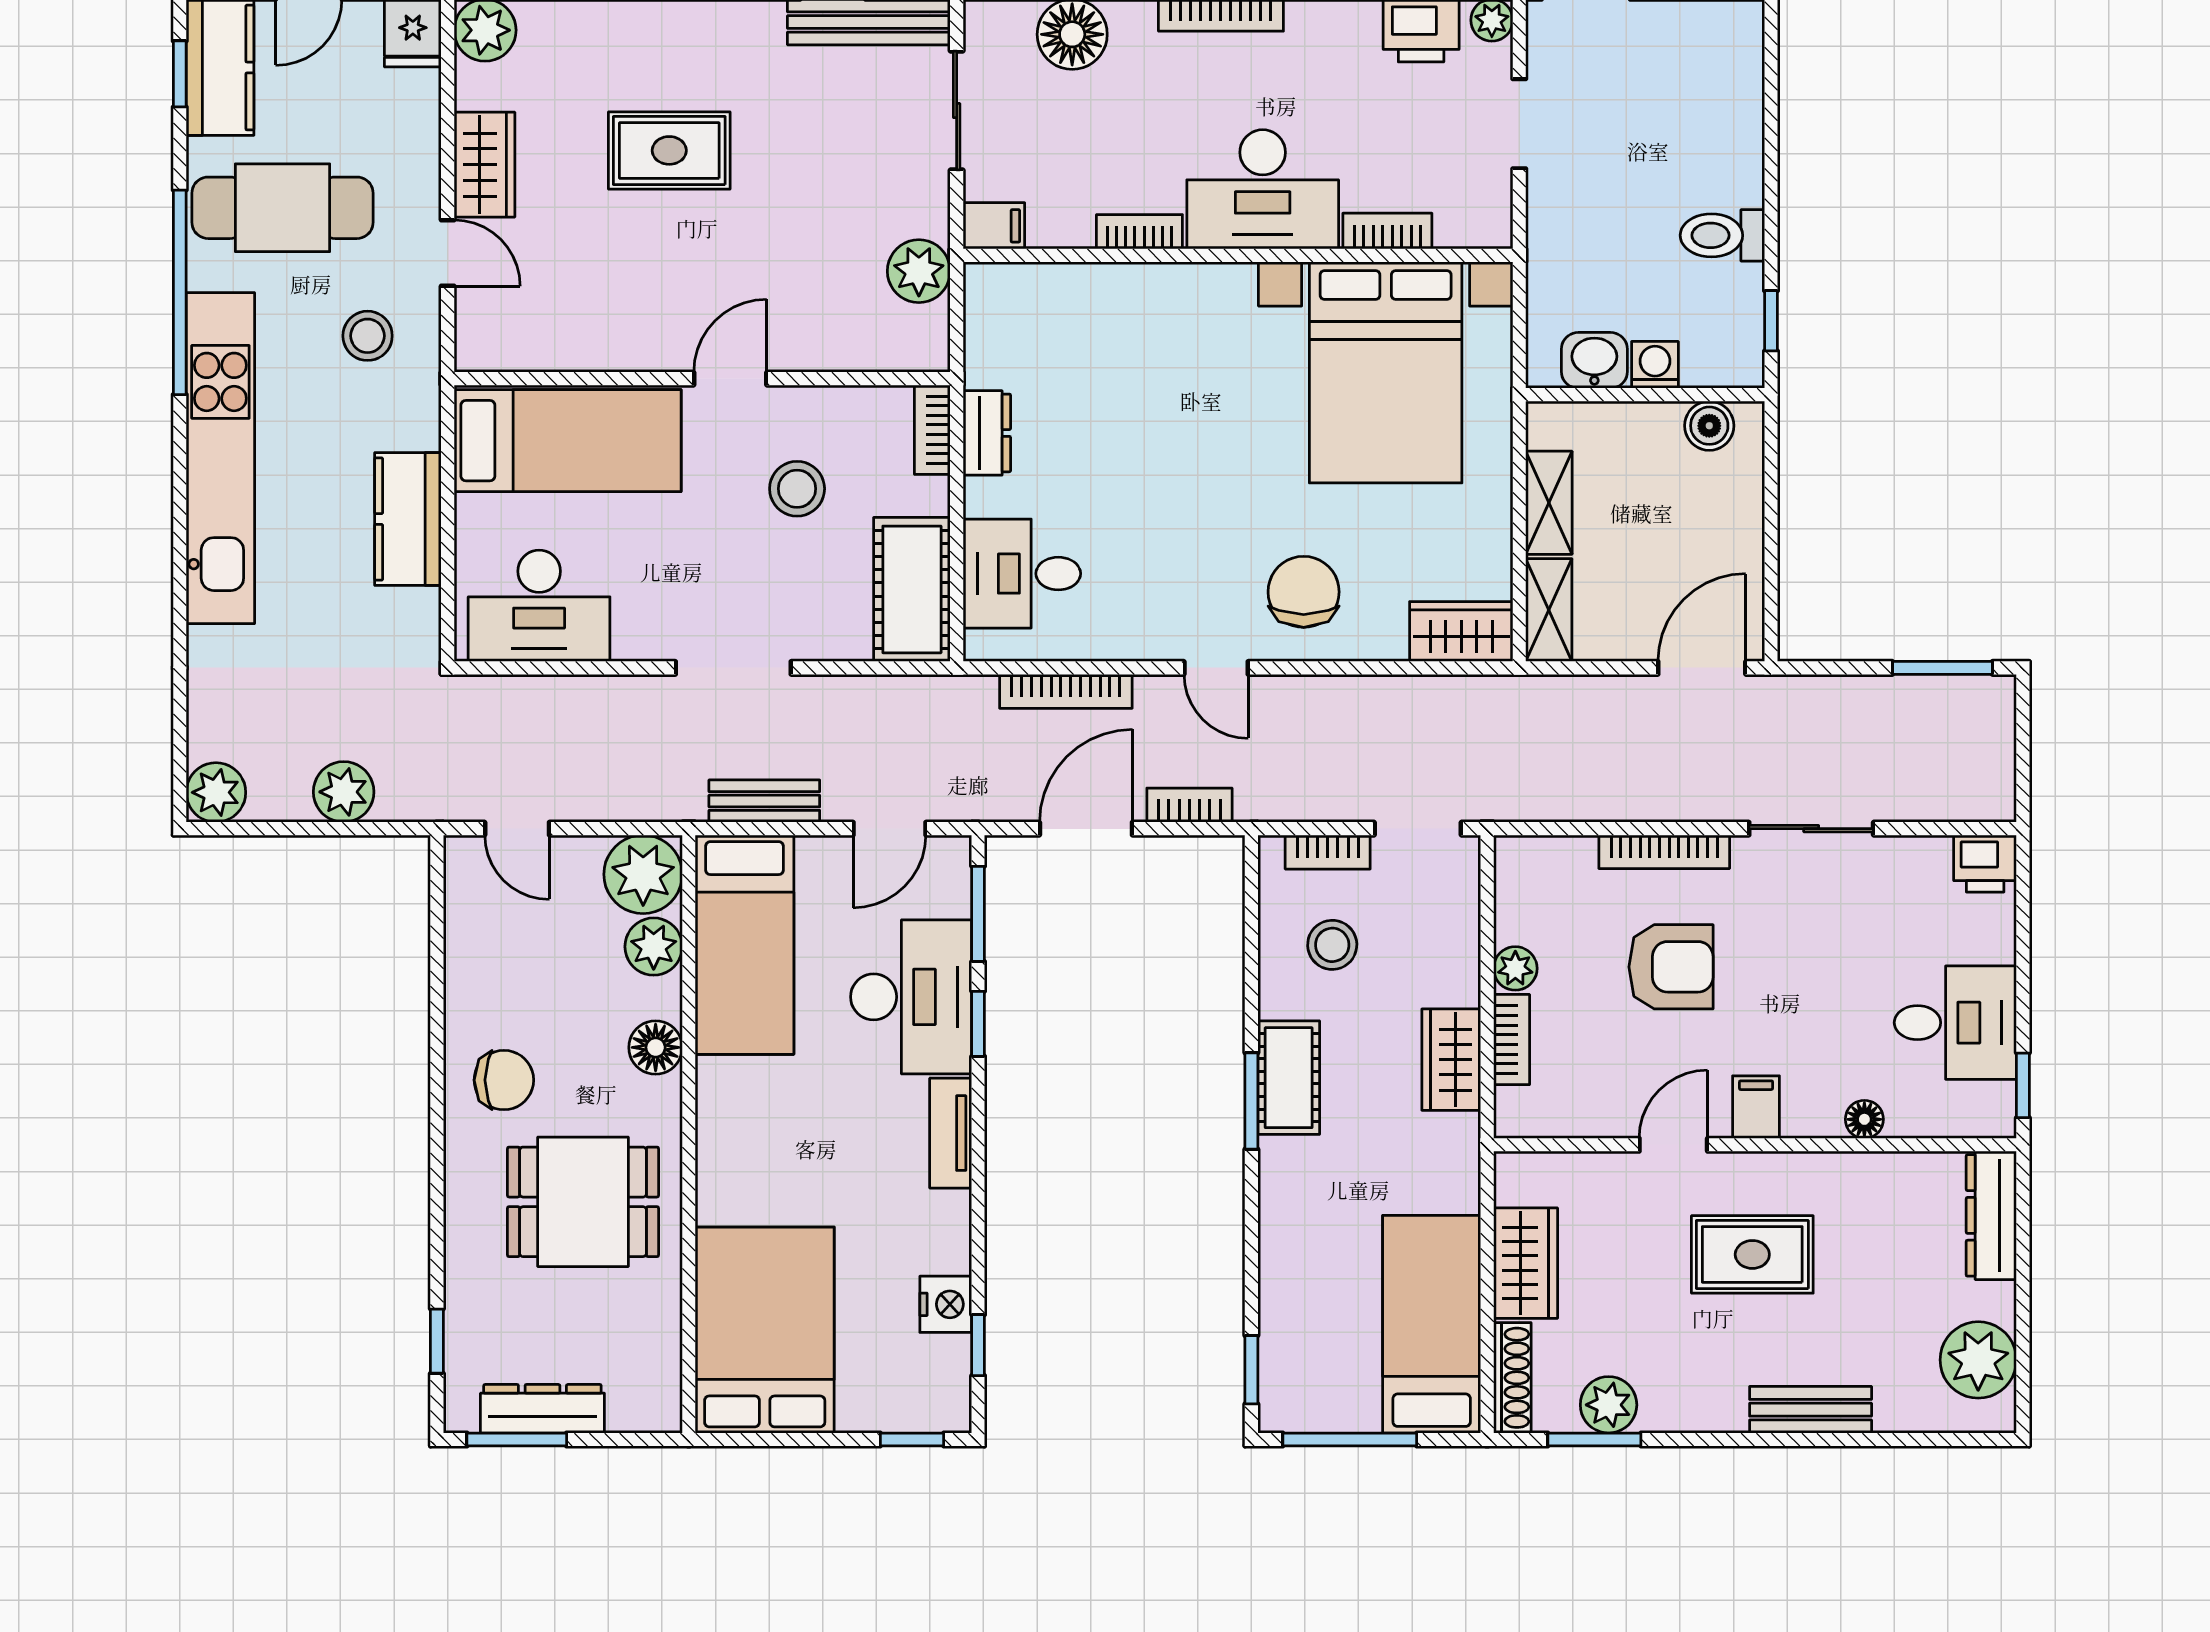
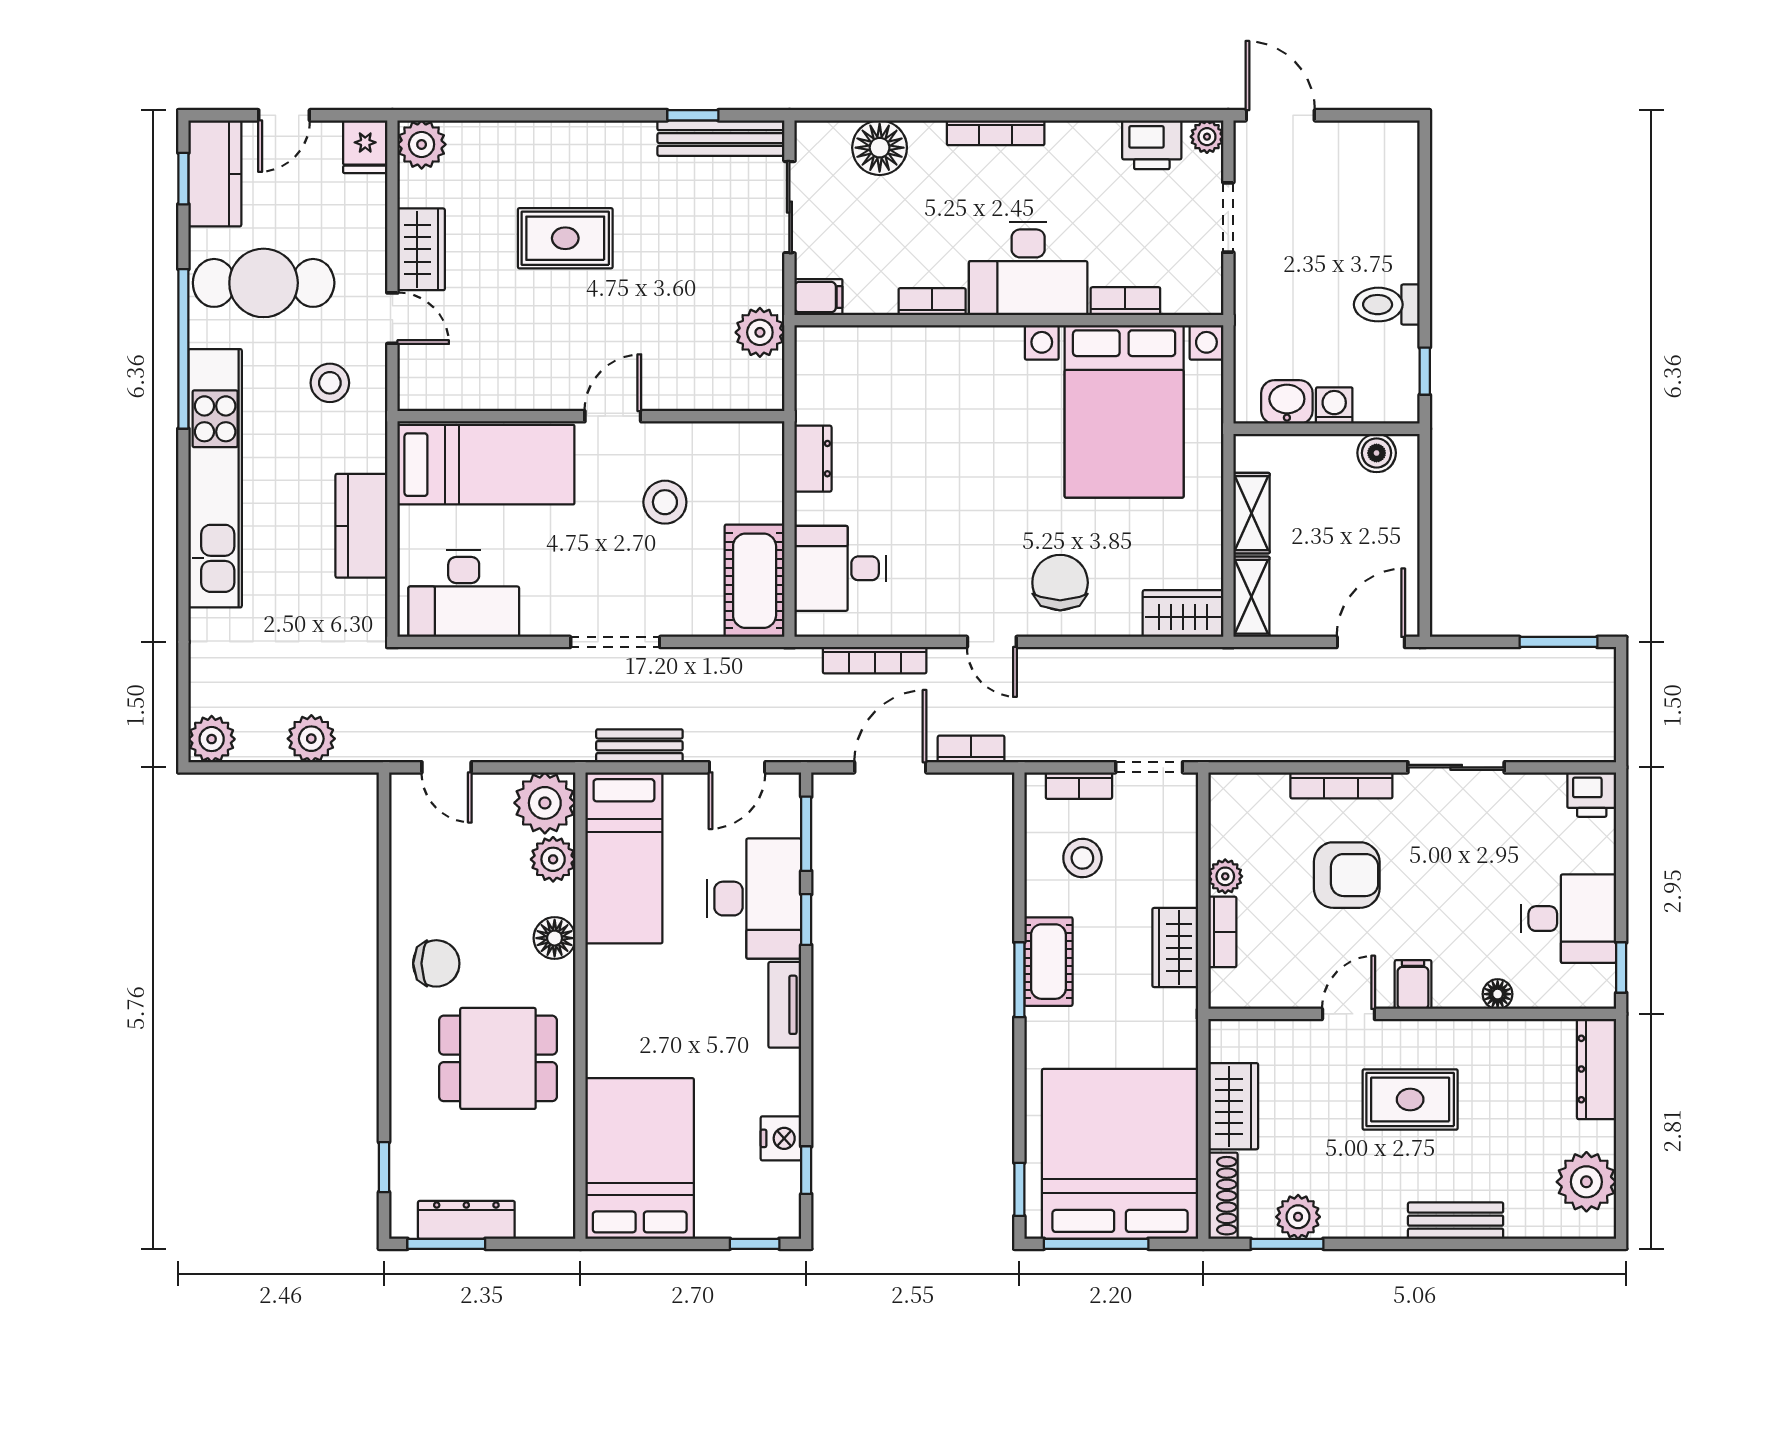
bookcase: (932, 430) -> (770, 456), removed
bed: (1432, 1324) -> (1120, 1154), width x2.04

